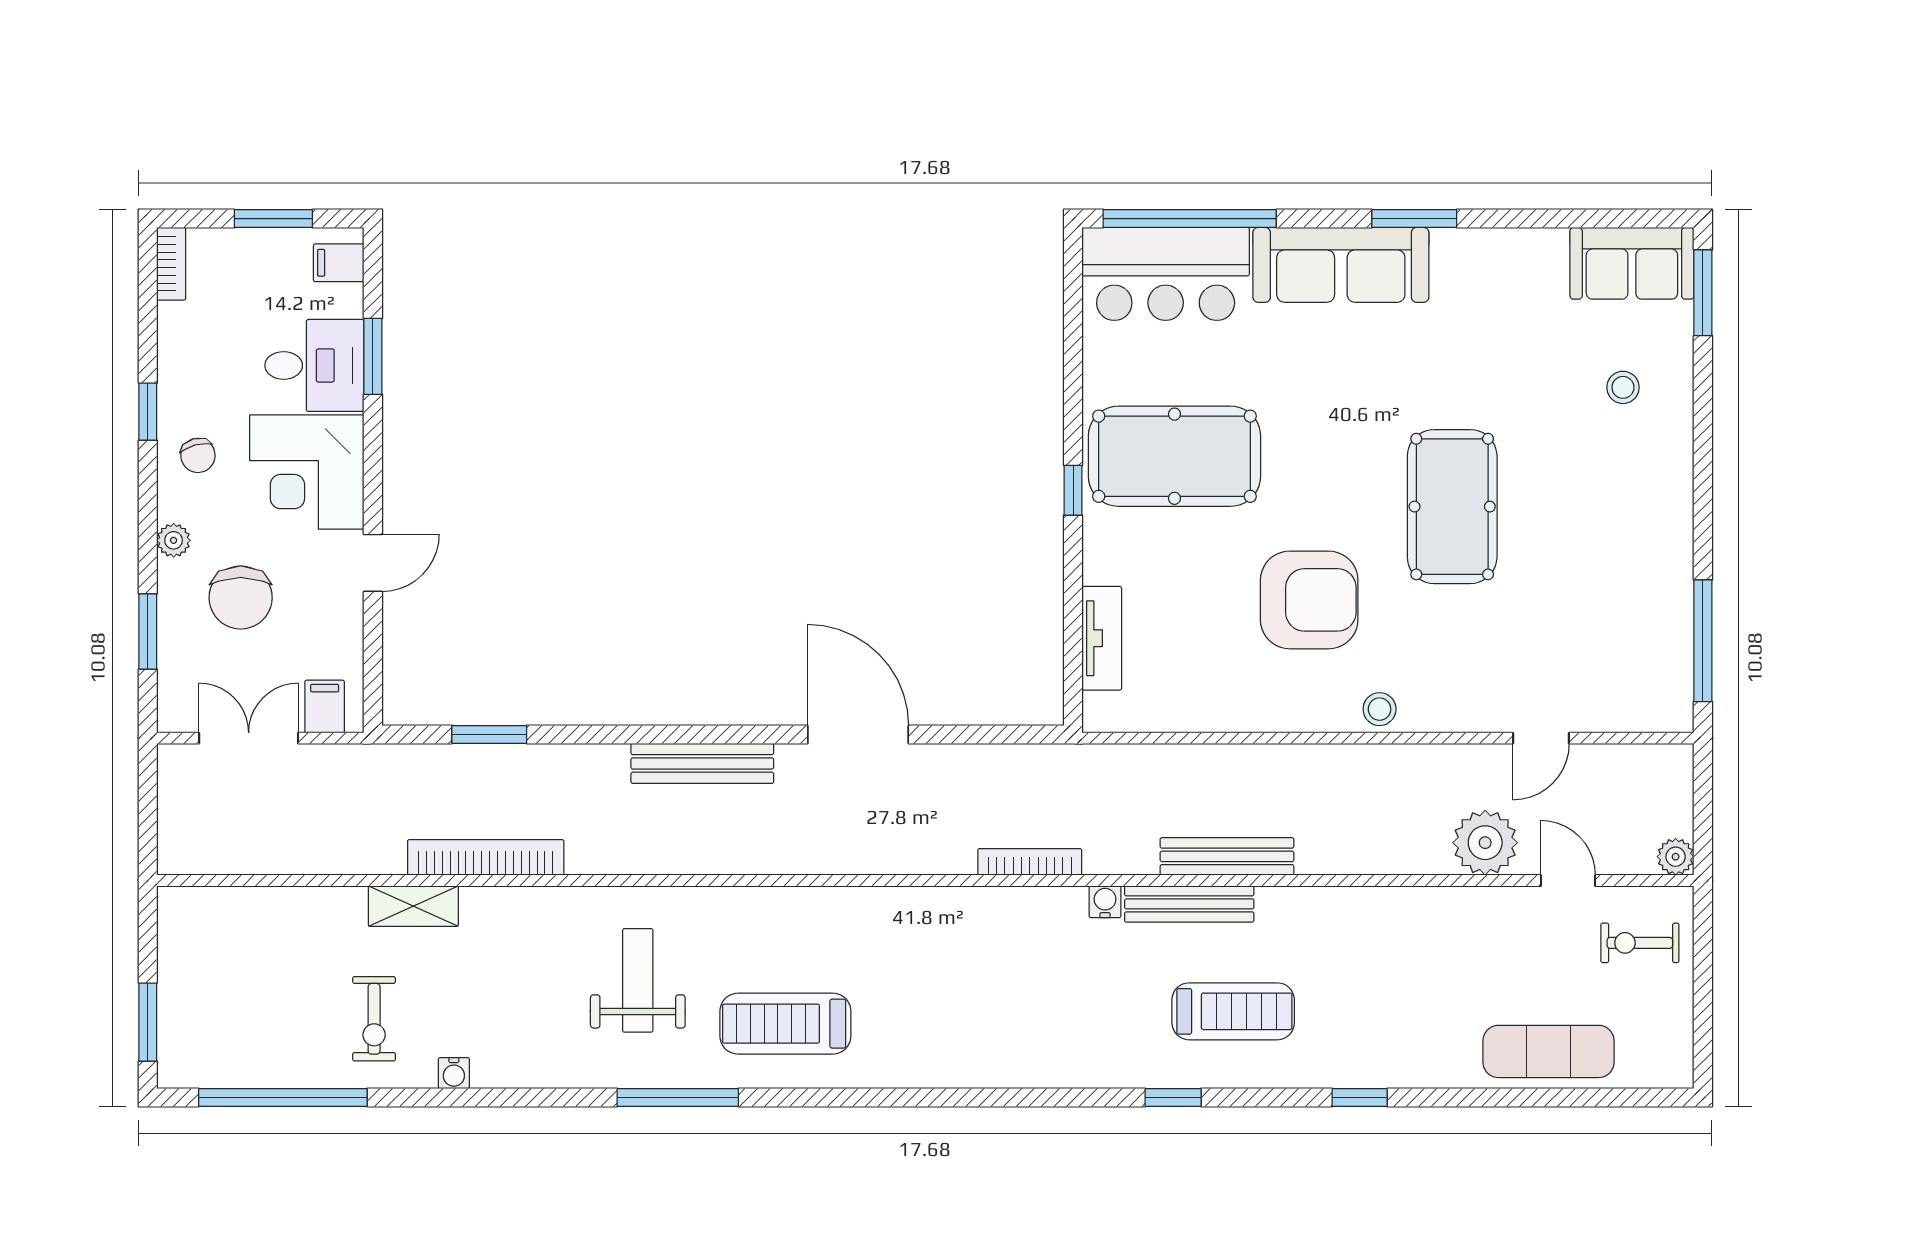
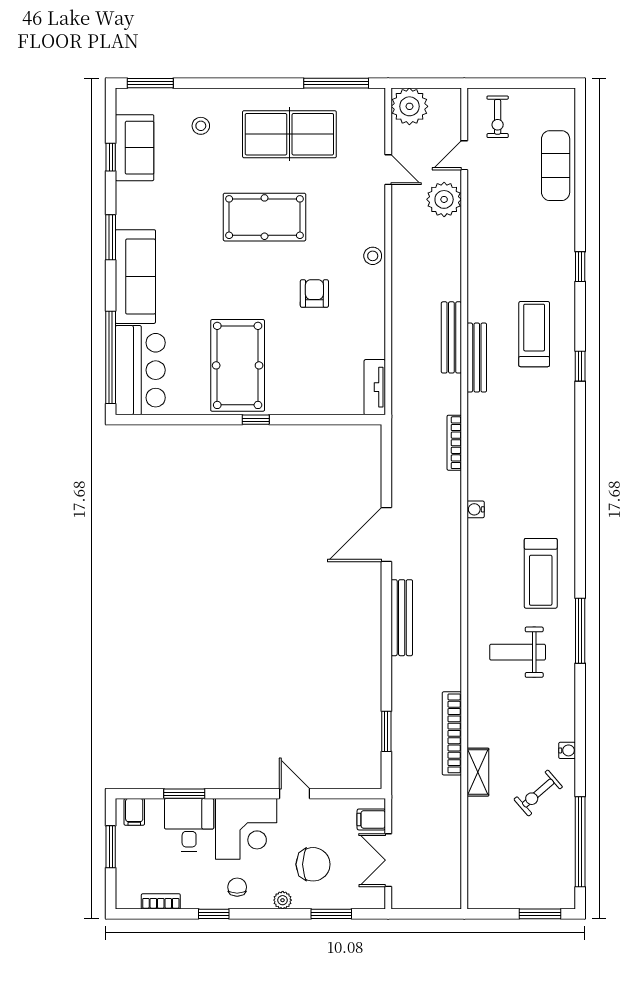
window: (1564, 219) -> (111, 157), added
sofa: (1632, 263) -> (135, 148), moved
bookcase: (171, 264) -> (161, 901), moved
chair: (198, 455) -> (237, 887), turned -75
table tennis table: (1607, 553) -> (289, 134), added
armchair: (1309, 600) -> (314, 293), width x0.53, depth x0.53
tv unit: (1102, 638) -> (375, 387), moved, turned -90
plant: (1676, 857) -> (409, 106), moved, width x1.88, depth x1.88
water cooler: (1105, 902) -> (476, 509), moved
exercise bike: (374, 1019) -> (538, 793), turned 139

